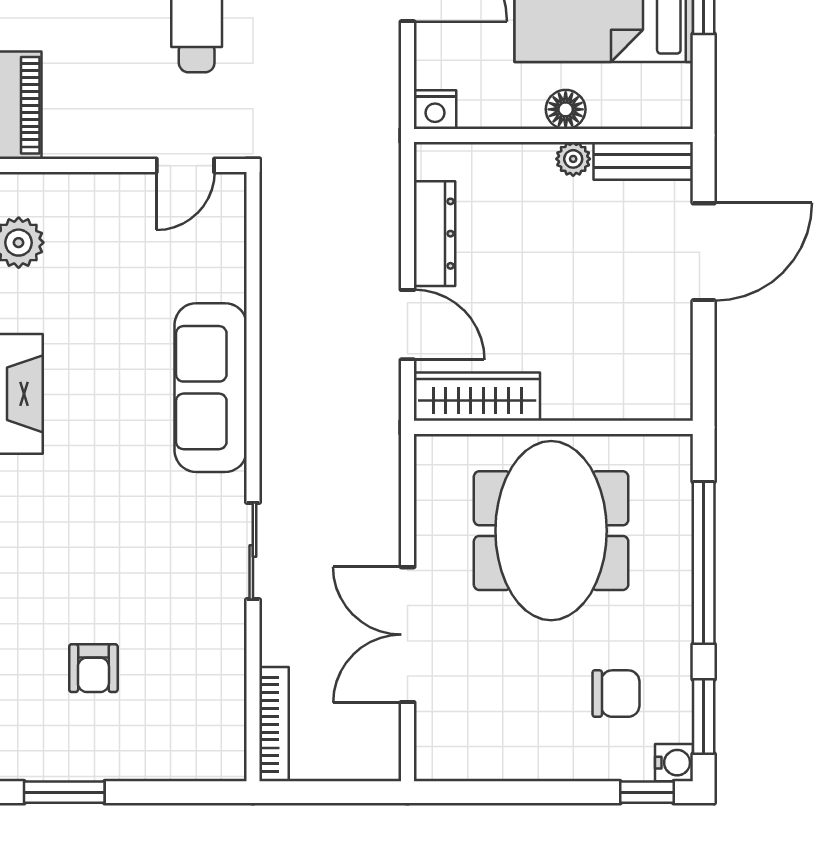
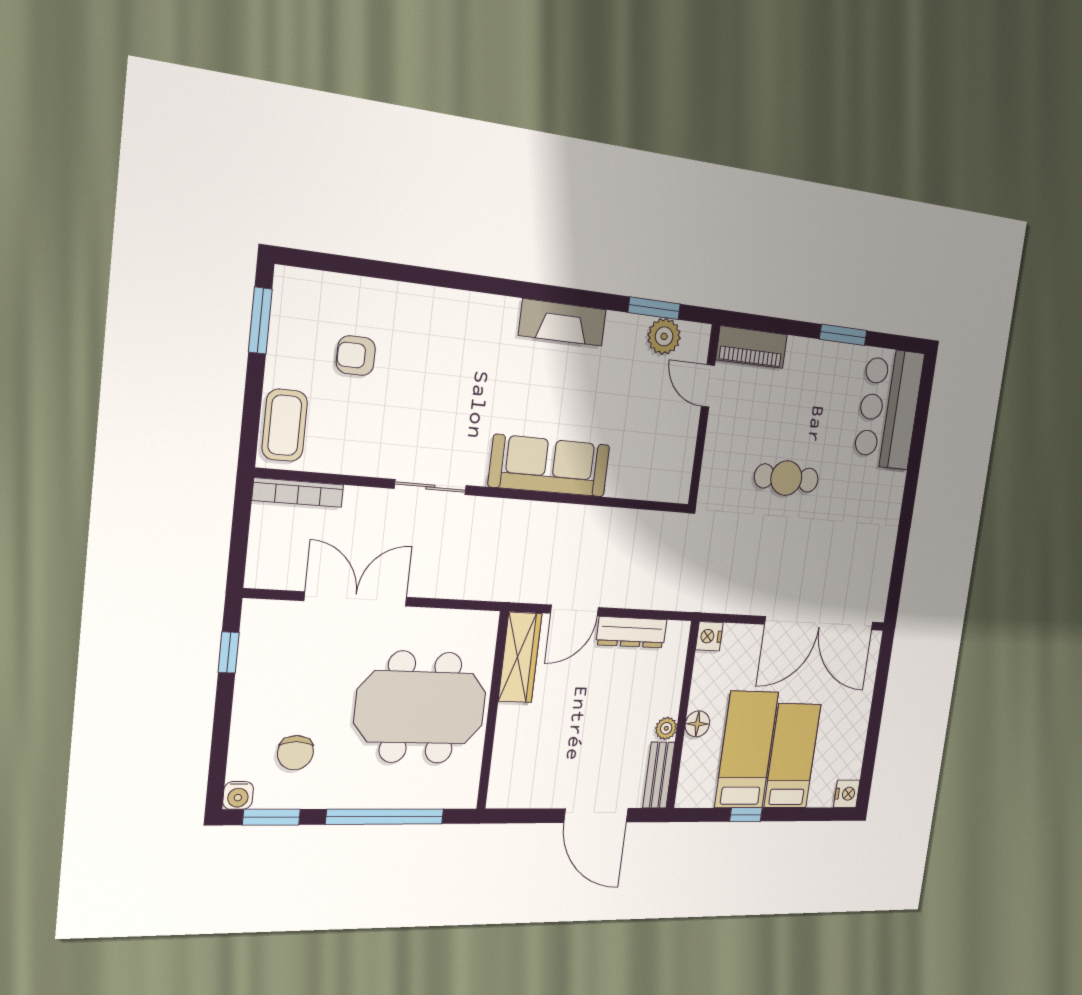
door: (185, 166) -> (708, 386), moved
coffee table: (190, 749) -> (285, 425), added
window: (647, 792) -> (229, 653), moved

